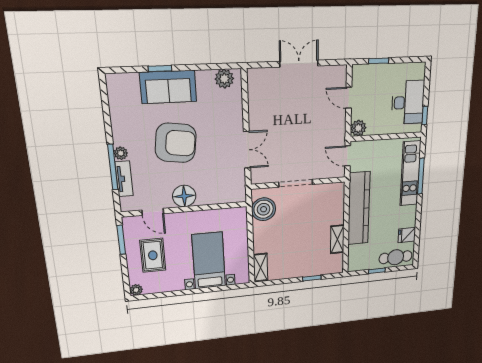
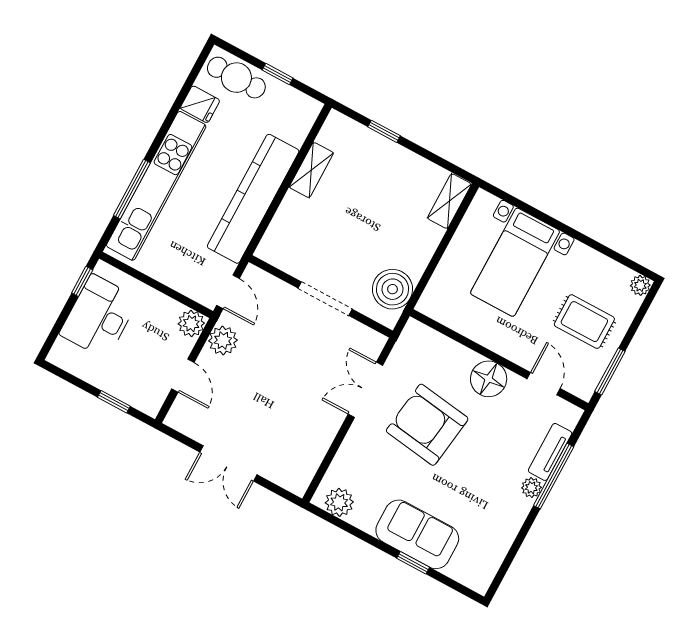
plant: (337, 129) -> (223, 340), added
armchair: (176, 143) -> (427, 425), moved
kitchen unit: (410, 174) -> (156, 186), width x1.36
rug: (153, 255) -> (584, 322), turned 90

